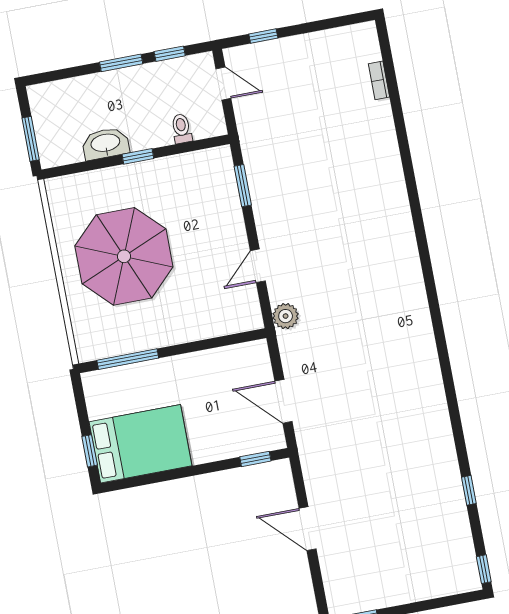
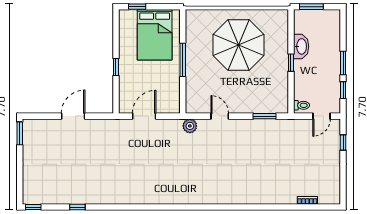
toilet: (181, 129) -> (301, 105), moved
window: (128, 359) -> (183, 60), moved
bed: (140, 444) -> (155, 35), moved
window: (255, 459) -> (116, 67), moved

